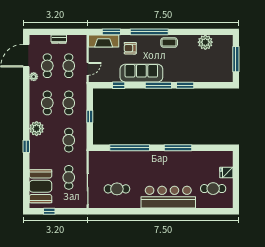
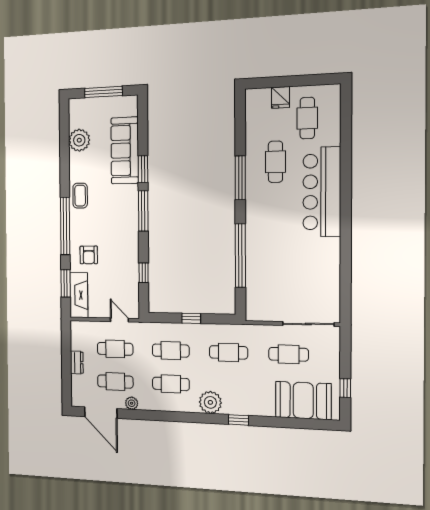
sofa: (141, 73) -> (125, 150), moved
cafe table: (117, 189) -> (275, 162), moved

